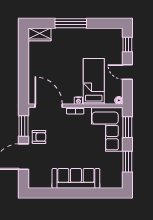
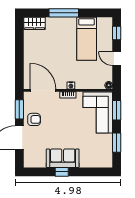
bed: (94, 81) -> (87, 39), moved, turned 180
sofa: (76, 178) -> (63, 158), width x0.73
window: (69, 193) -> (62, 172), added

